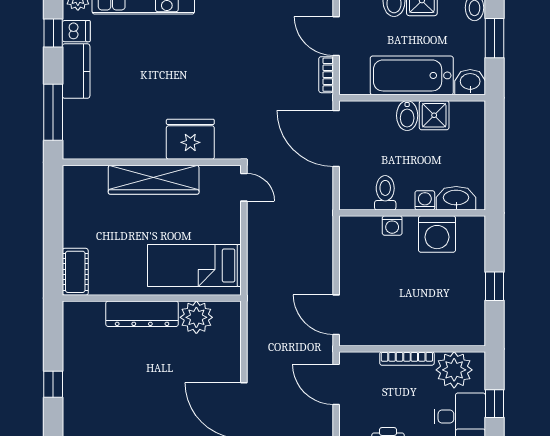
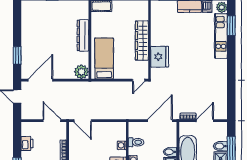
door: (336, 315) -> (83, 121), swing flipped
plant: (196, 317) -> (81, 72), moved
door: (336, 384) -> (52, 121), hinge flipped

